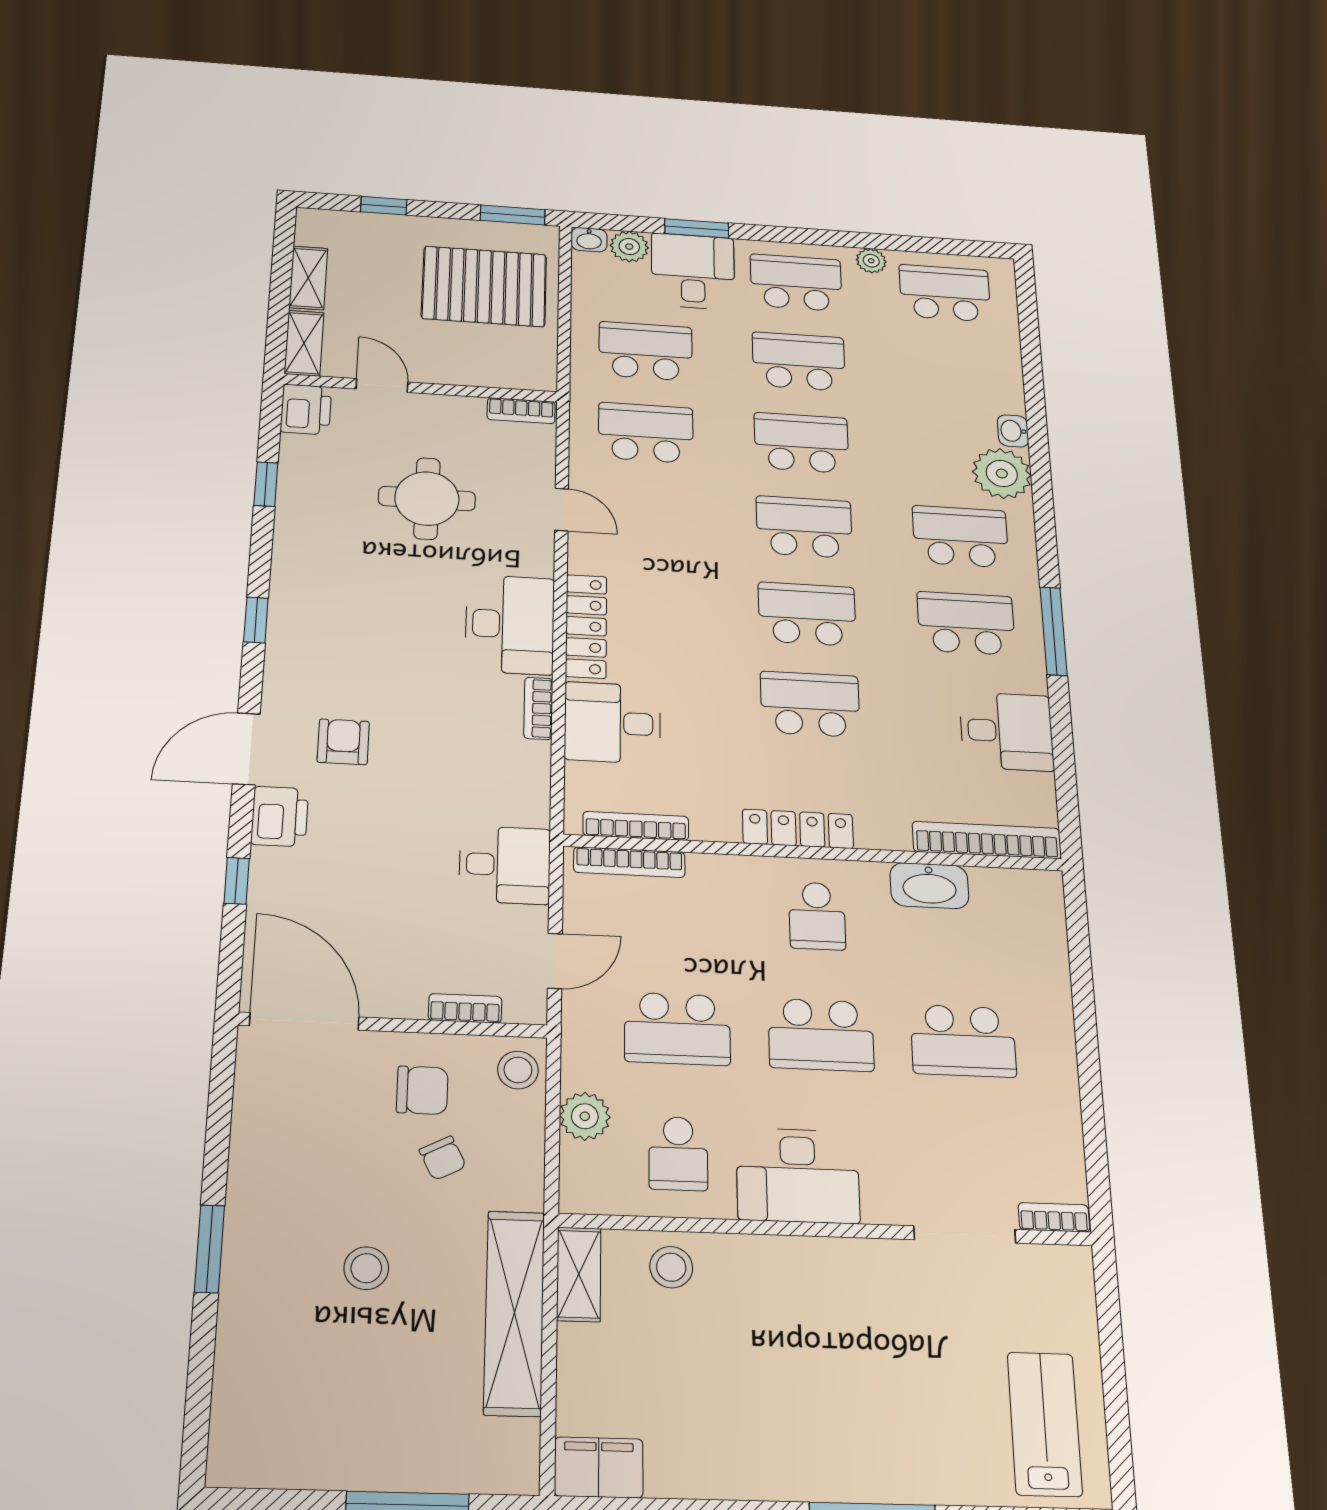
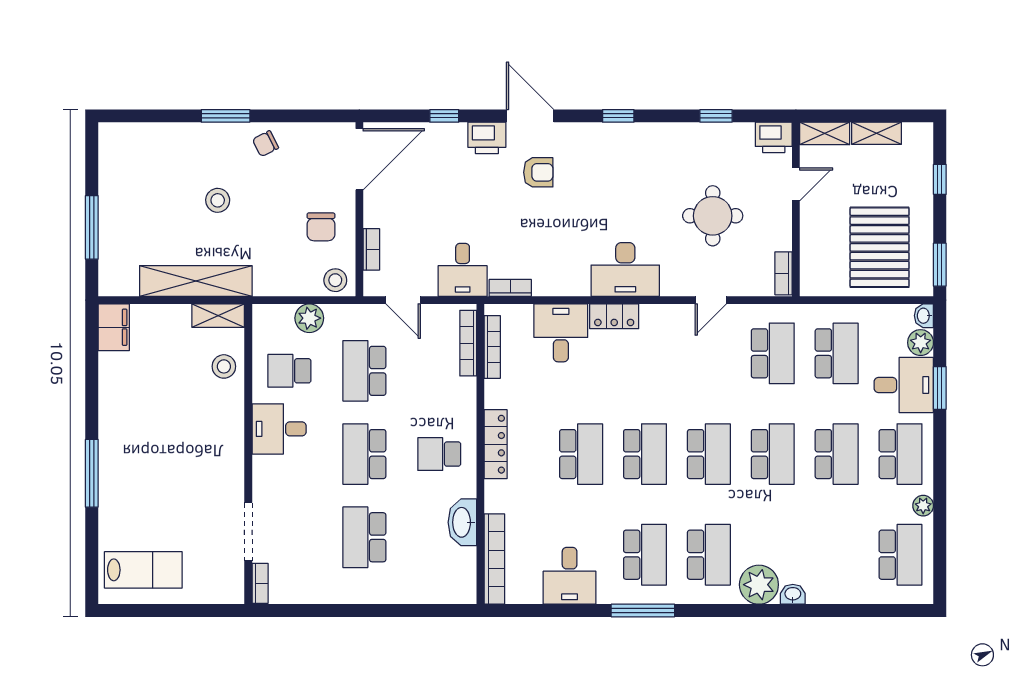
locker: (586, 626) -> (614, 316), width x0.66
bookcase: (538, 708) -> (510, 288), moved
chair: (443, 1158) -> (265, 144), moved
desk: (798, 1176) -> (279, 429), width x0.73

